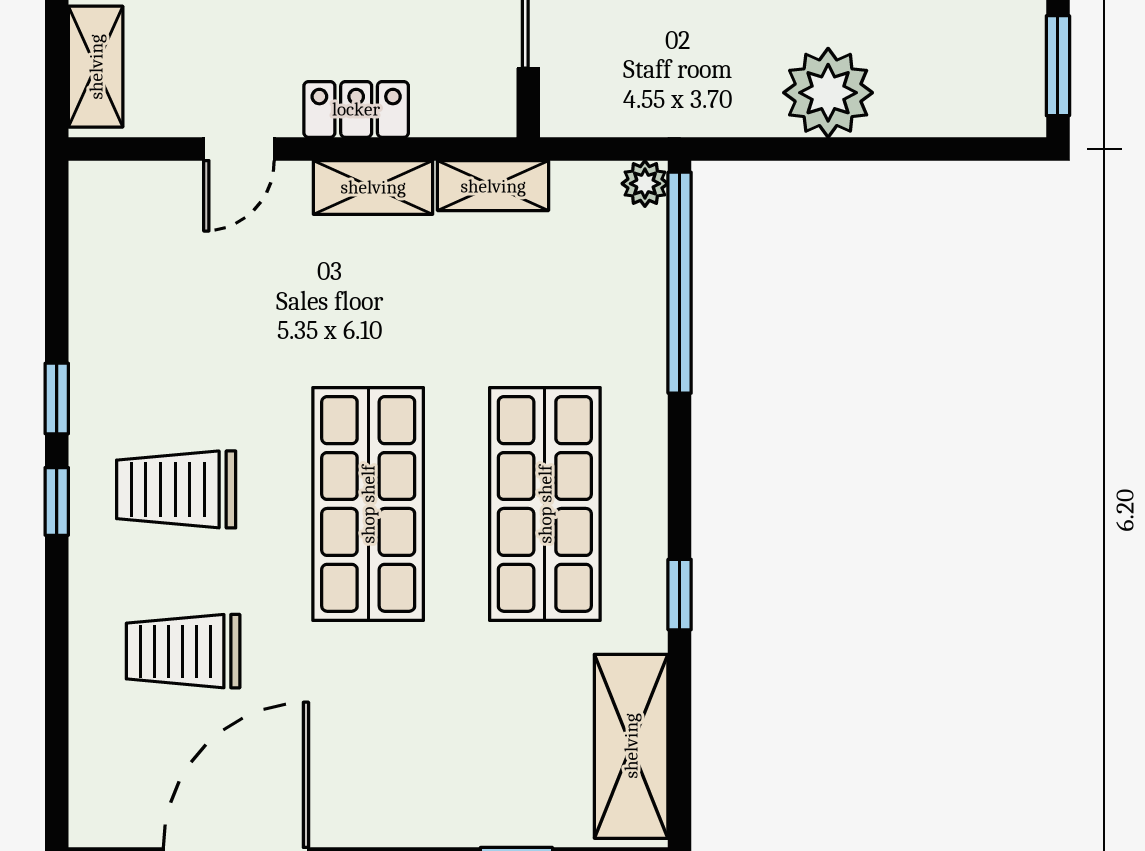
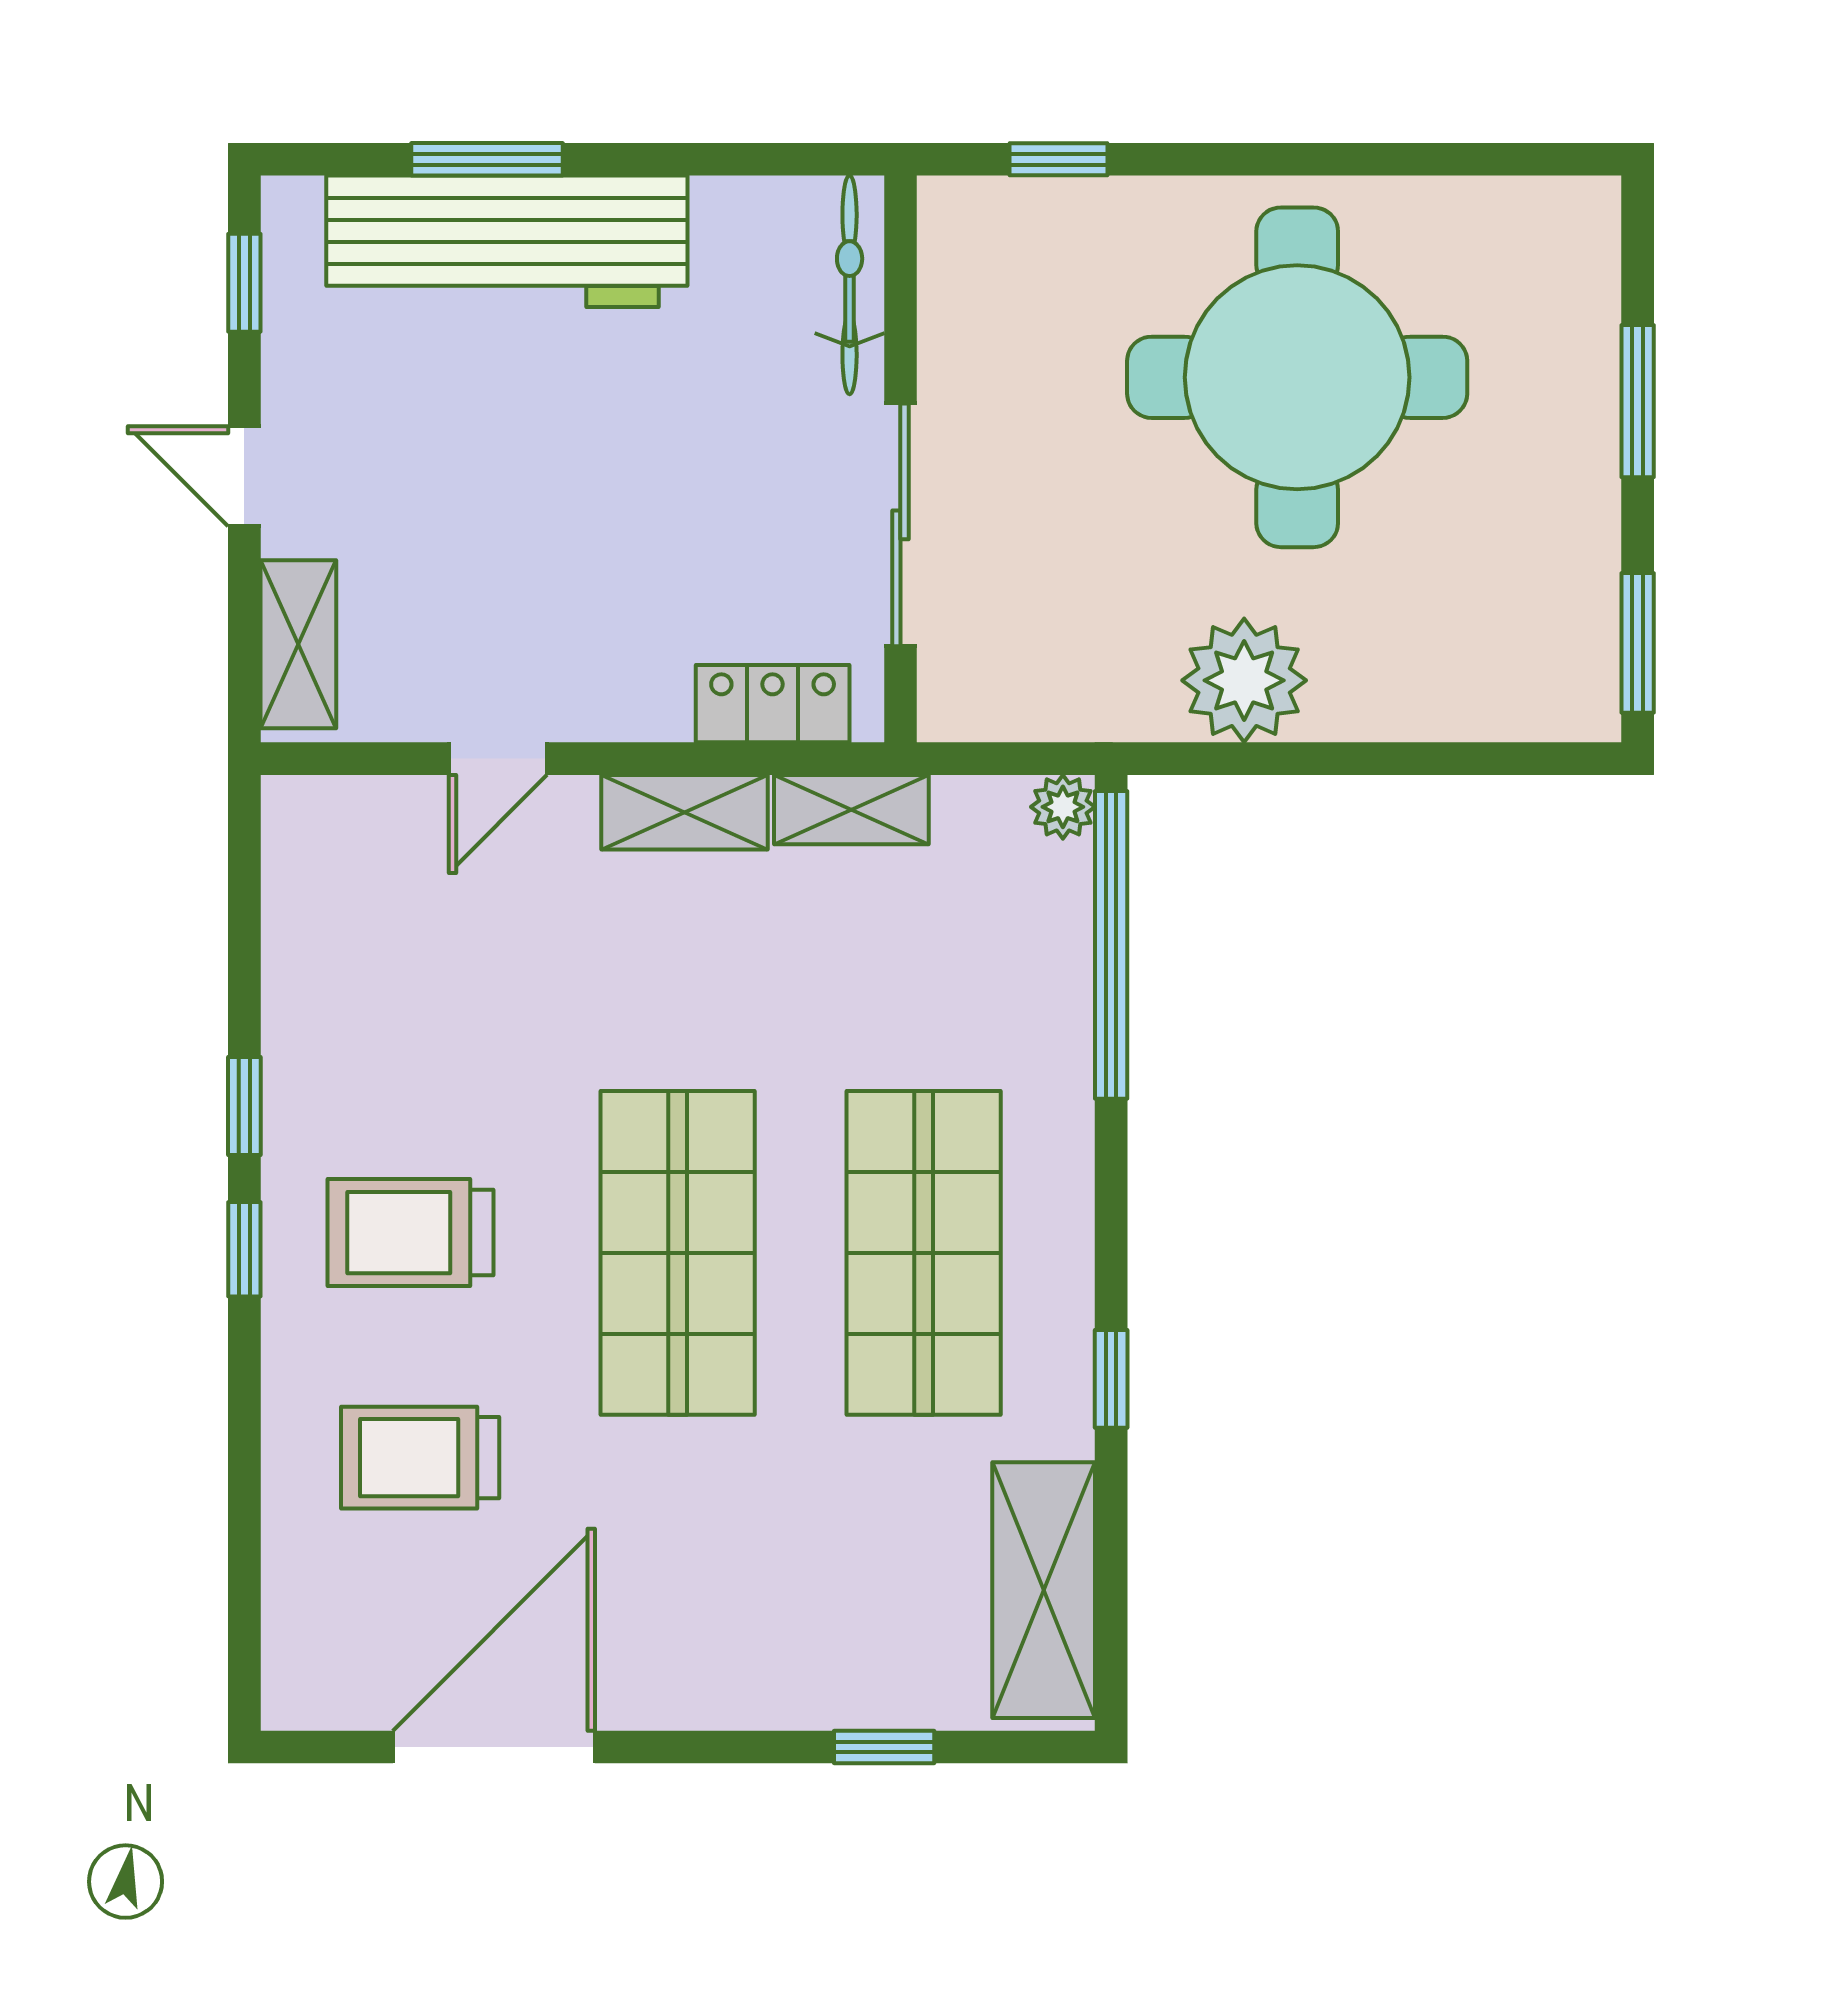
plant: (828, 93) -> (1244, 680), moved
locker: (356, 109) -> (773, 704), moved

